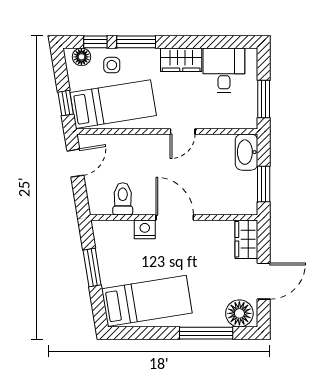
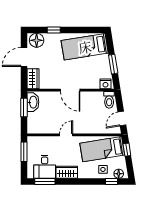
window: (136, 42) -> (45, 182), moved
washbasin: (246, 152) -> (33, 102), moved
toilet: (123, 199) -> (109, 100), moved
nightstand: (145, 229) -> (105, 84), moved
window: (206, 333) -> (54, 30), width x0.46

